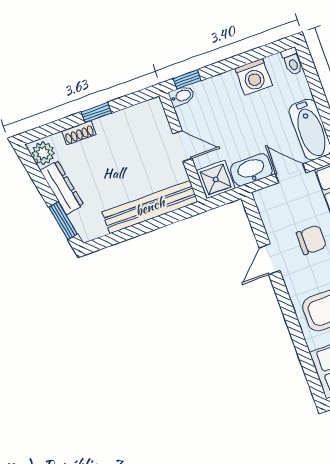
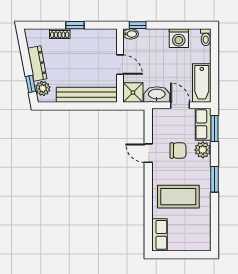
plant: (43, 153) -> (43, 88), moved
window: (63, 221) -> (31, 84), width x0.67
door: (270, 259) -> (148, 153), hinge flipped

